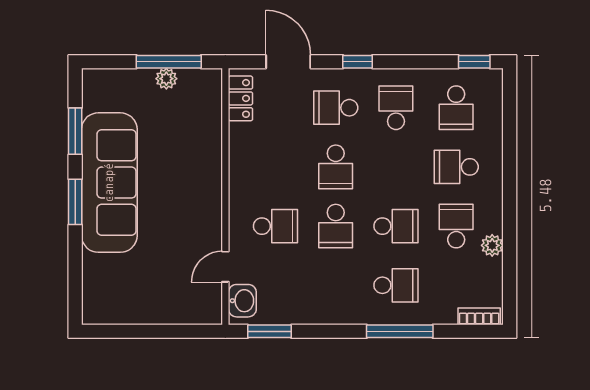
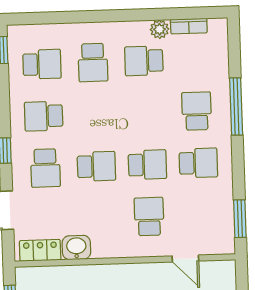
school desk: (396, 226) -> (198, 163), moved, turned 90
washbasin: (242, 301) -> (76, 247), moved
bookcase: (479, 316) -> (189, 26), moved, turned -90

